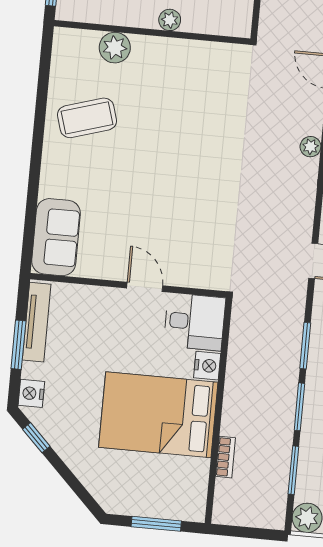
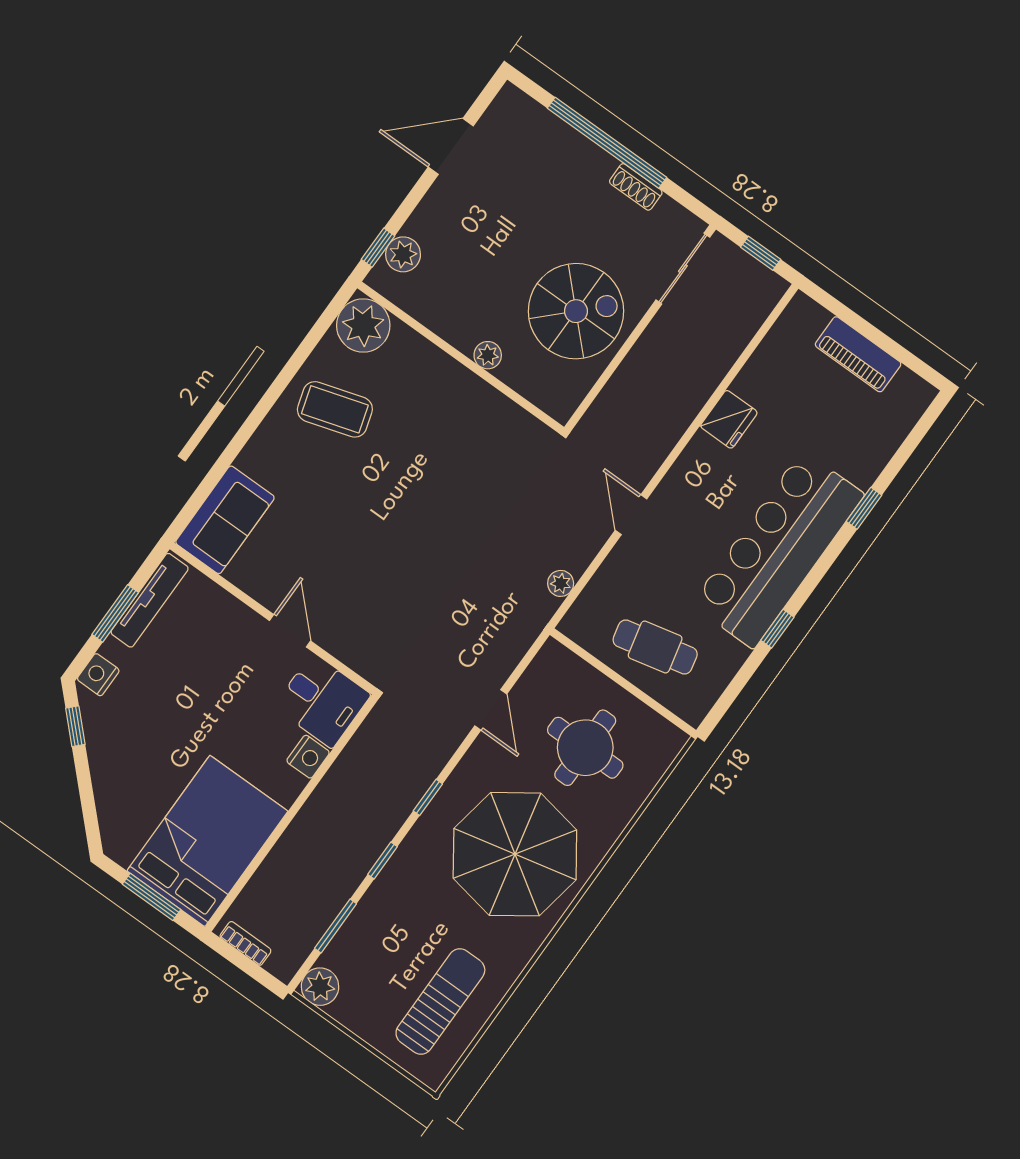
plant: (115, 48) -> (363, 325), moved, width x1.36, depth x1.36
window: (305, 346) -> (428, 797), width x0.67
window: (299, 407) -> (383, 861), width x0.67
bed: (158, 415) -> (207, 841), moved, turned 90
bookcase: (225, 457) -> (245, 943), moved, turned -90

